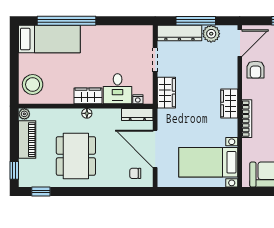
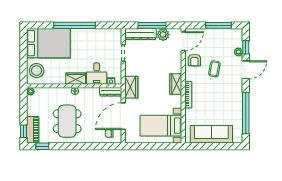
window: (66, 21) -> (74, 25), moved
bed: (49, 39) -> (48, 43), width x1.50
wardrobe: (166, 93) -> (131, 87), moved
piano: (27, 140) -> (33, 130), moved
door: (155, 149) -> (123, 116), hinge flipped

